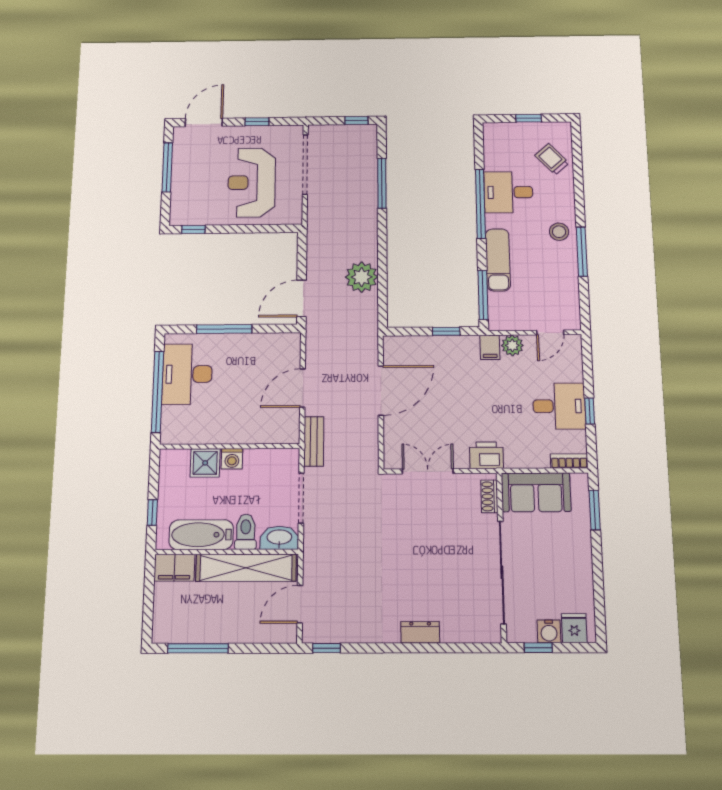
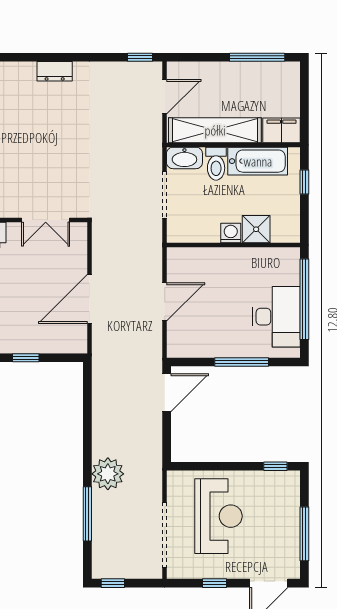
plant: (362, 277) -> (108, 474), moved
bench: (314, 441) -> (153, 249), removed

